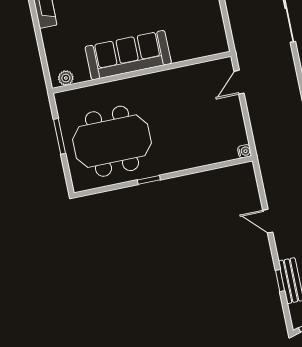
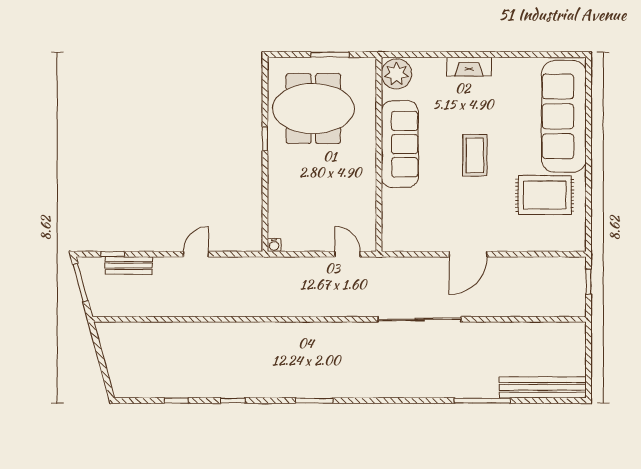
plant: (66, 78) -> (396, 74), width x1.88, depth x1.88
meeting table: (112, 141) -> (313, 109), turned 90
window: (280, 281) -> (113, 254), moved

